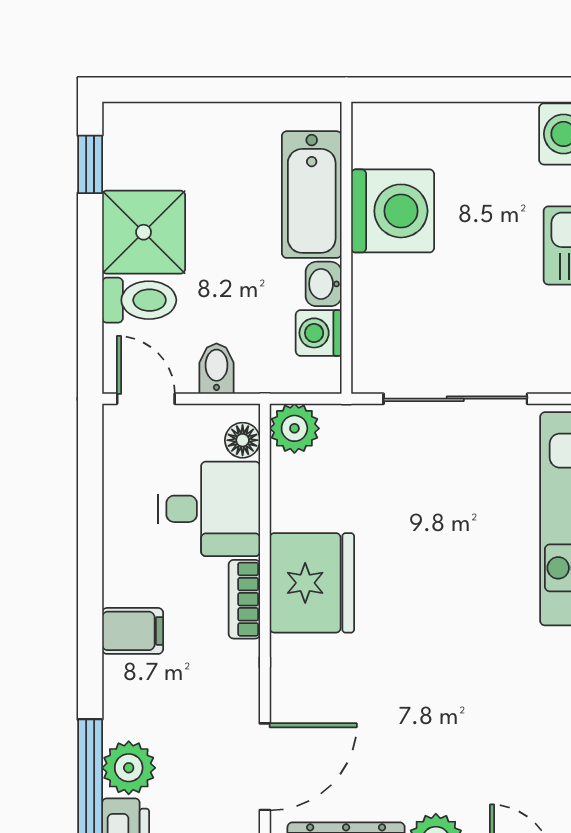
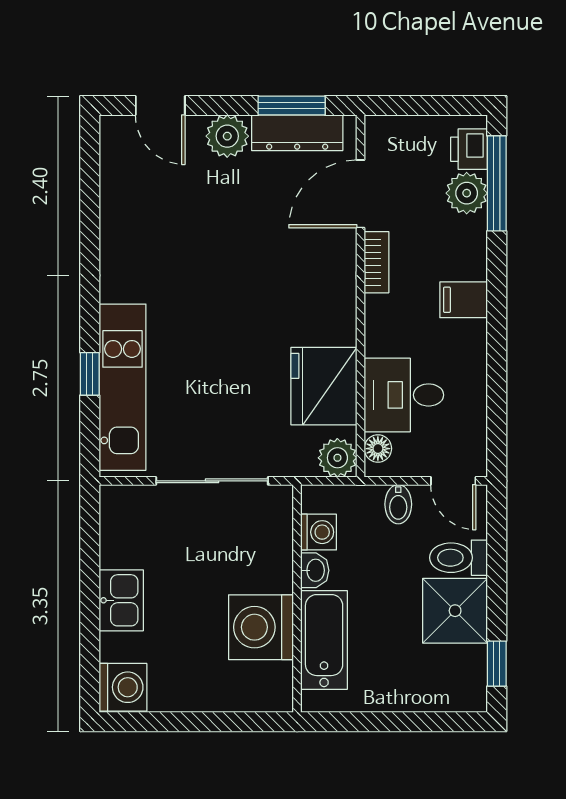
fridge: (312, 583) -> (324, 386), moved
bookcase: (244, 599) -> (376, 262), moved

